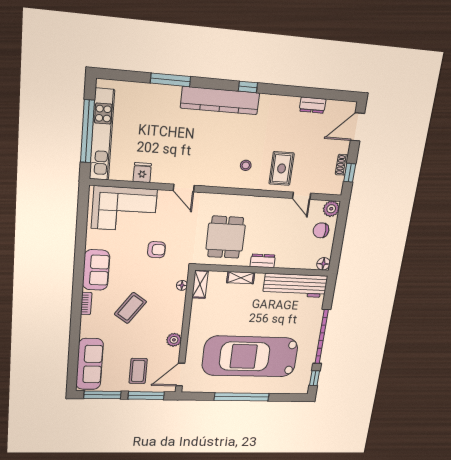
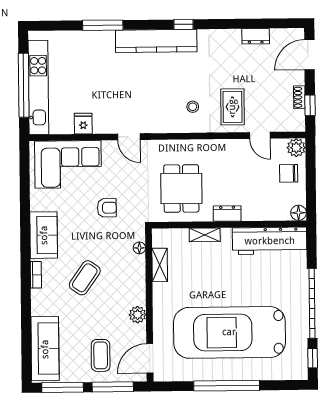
shelving: (200, 284) -> (160, 265), moved

